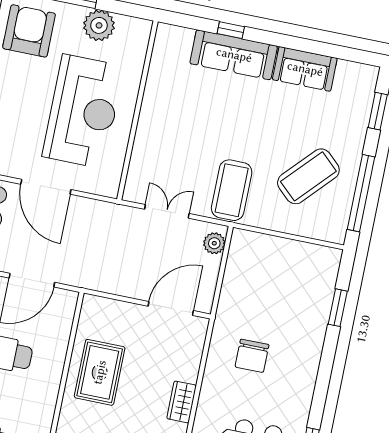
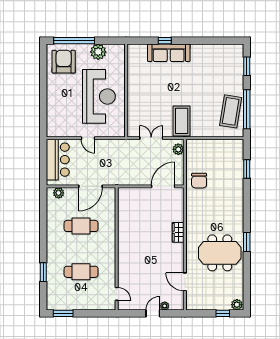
sofa: (305, 69) -> (206, 53), removed
coffee table: (308, 176) -> (231, 111), moved, turned -34
door: (46, 187) -> (88, 138), width x0.53
chair: (252, 356) -> (199, 181), moved
rug: (100, 372) -> (134, 226), removed

